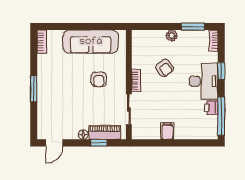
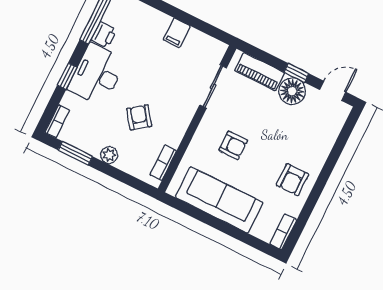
armchair: (52, 76) -> (292, 180), added
armchair: (99, 79) -> (233, 145), turned 90
bookcase: (136, 80) -> (163, 163), moved
window: (34, 89) -> (324, 176), removed
floor lamp: (83, 135) -> (292, 91), width x1.89, depth x1.89
window: (99, 143) -> (296, 73), moved

